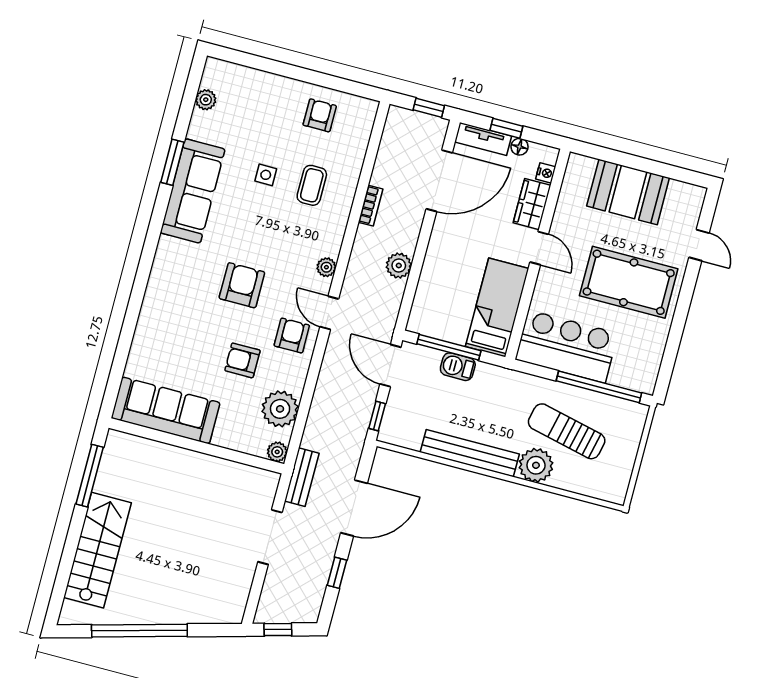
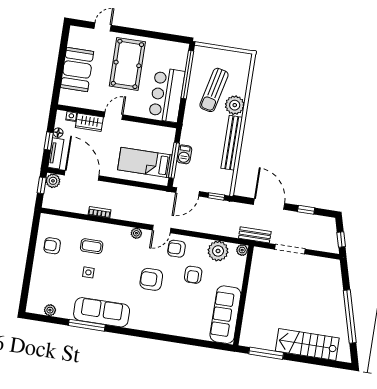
window: (172, 162) -> (87, 325), width x1.44
plant: (399, 266) -> (53, 181), moved
bed: (497, 308) -> (145, 162), moved

